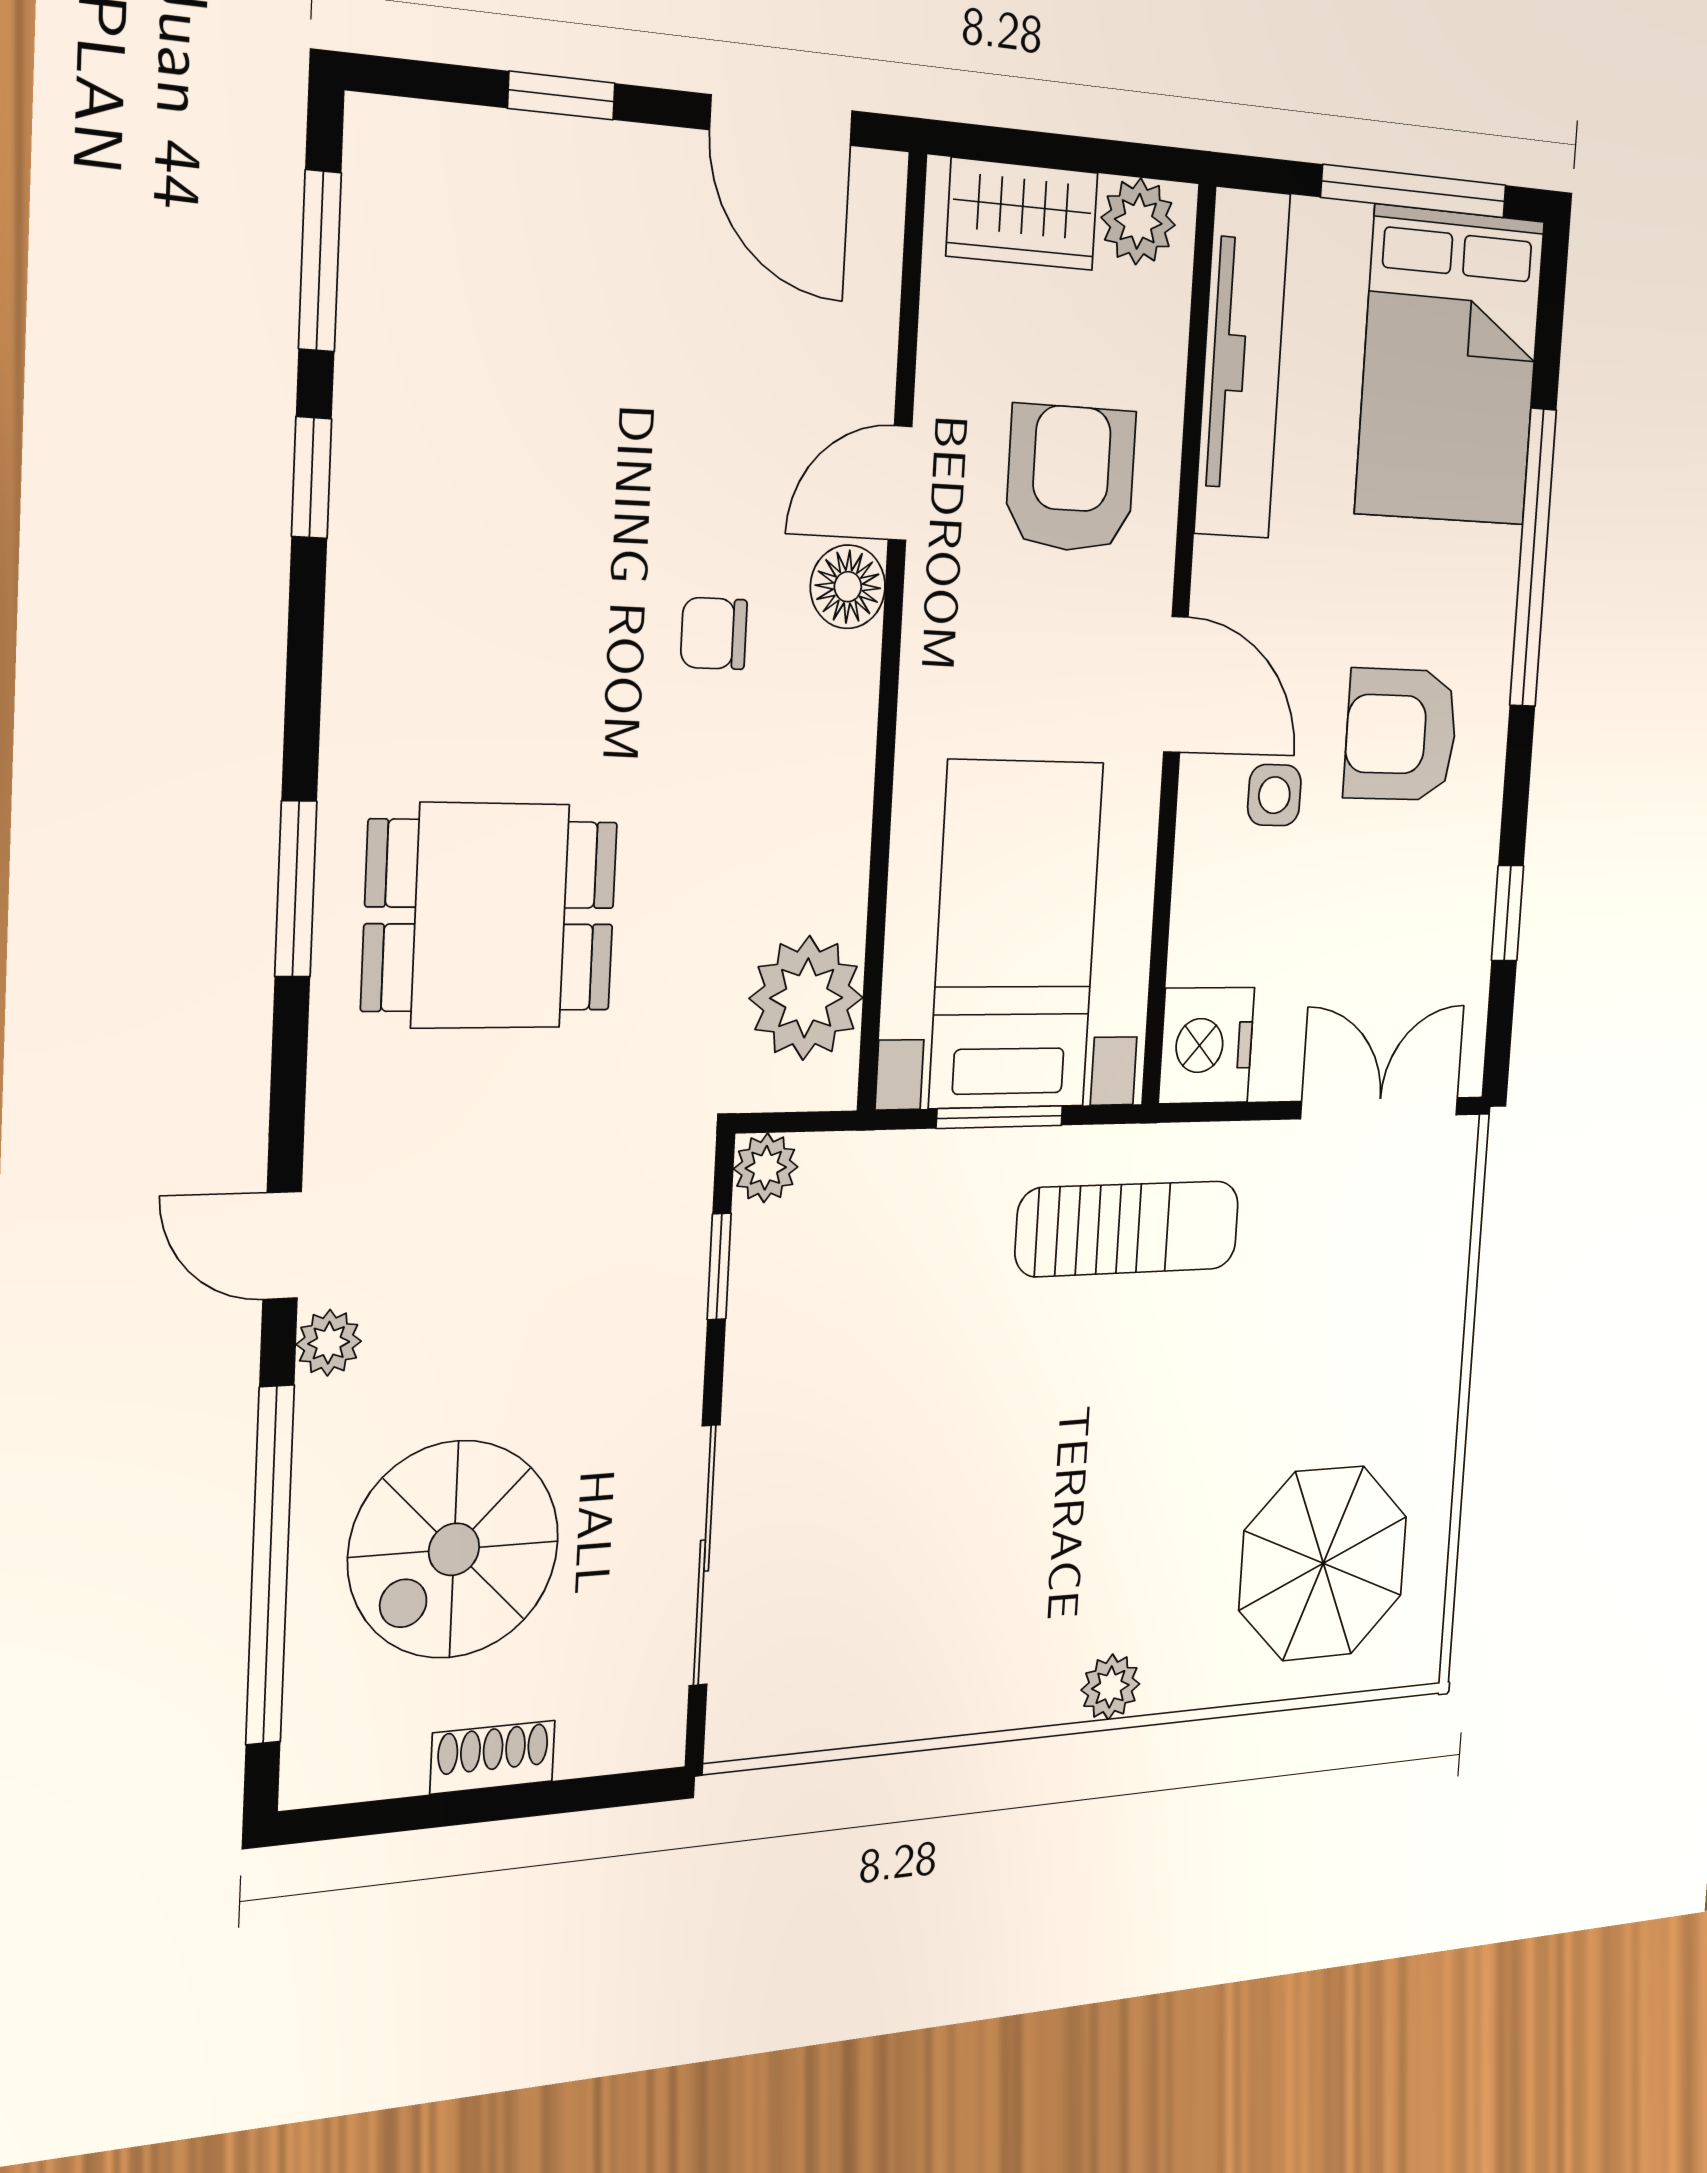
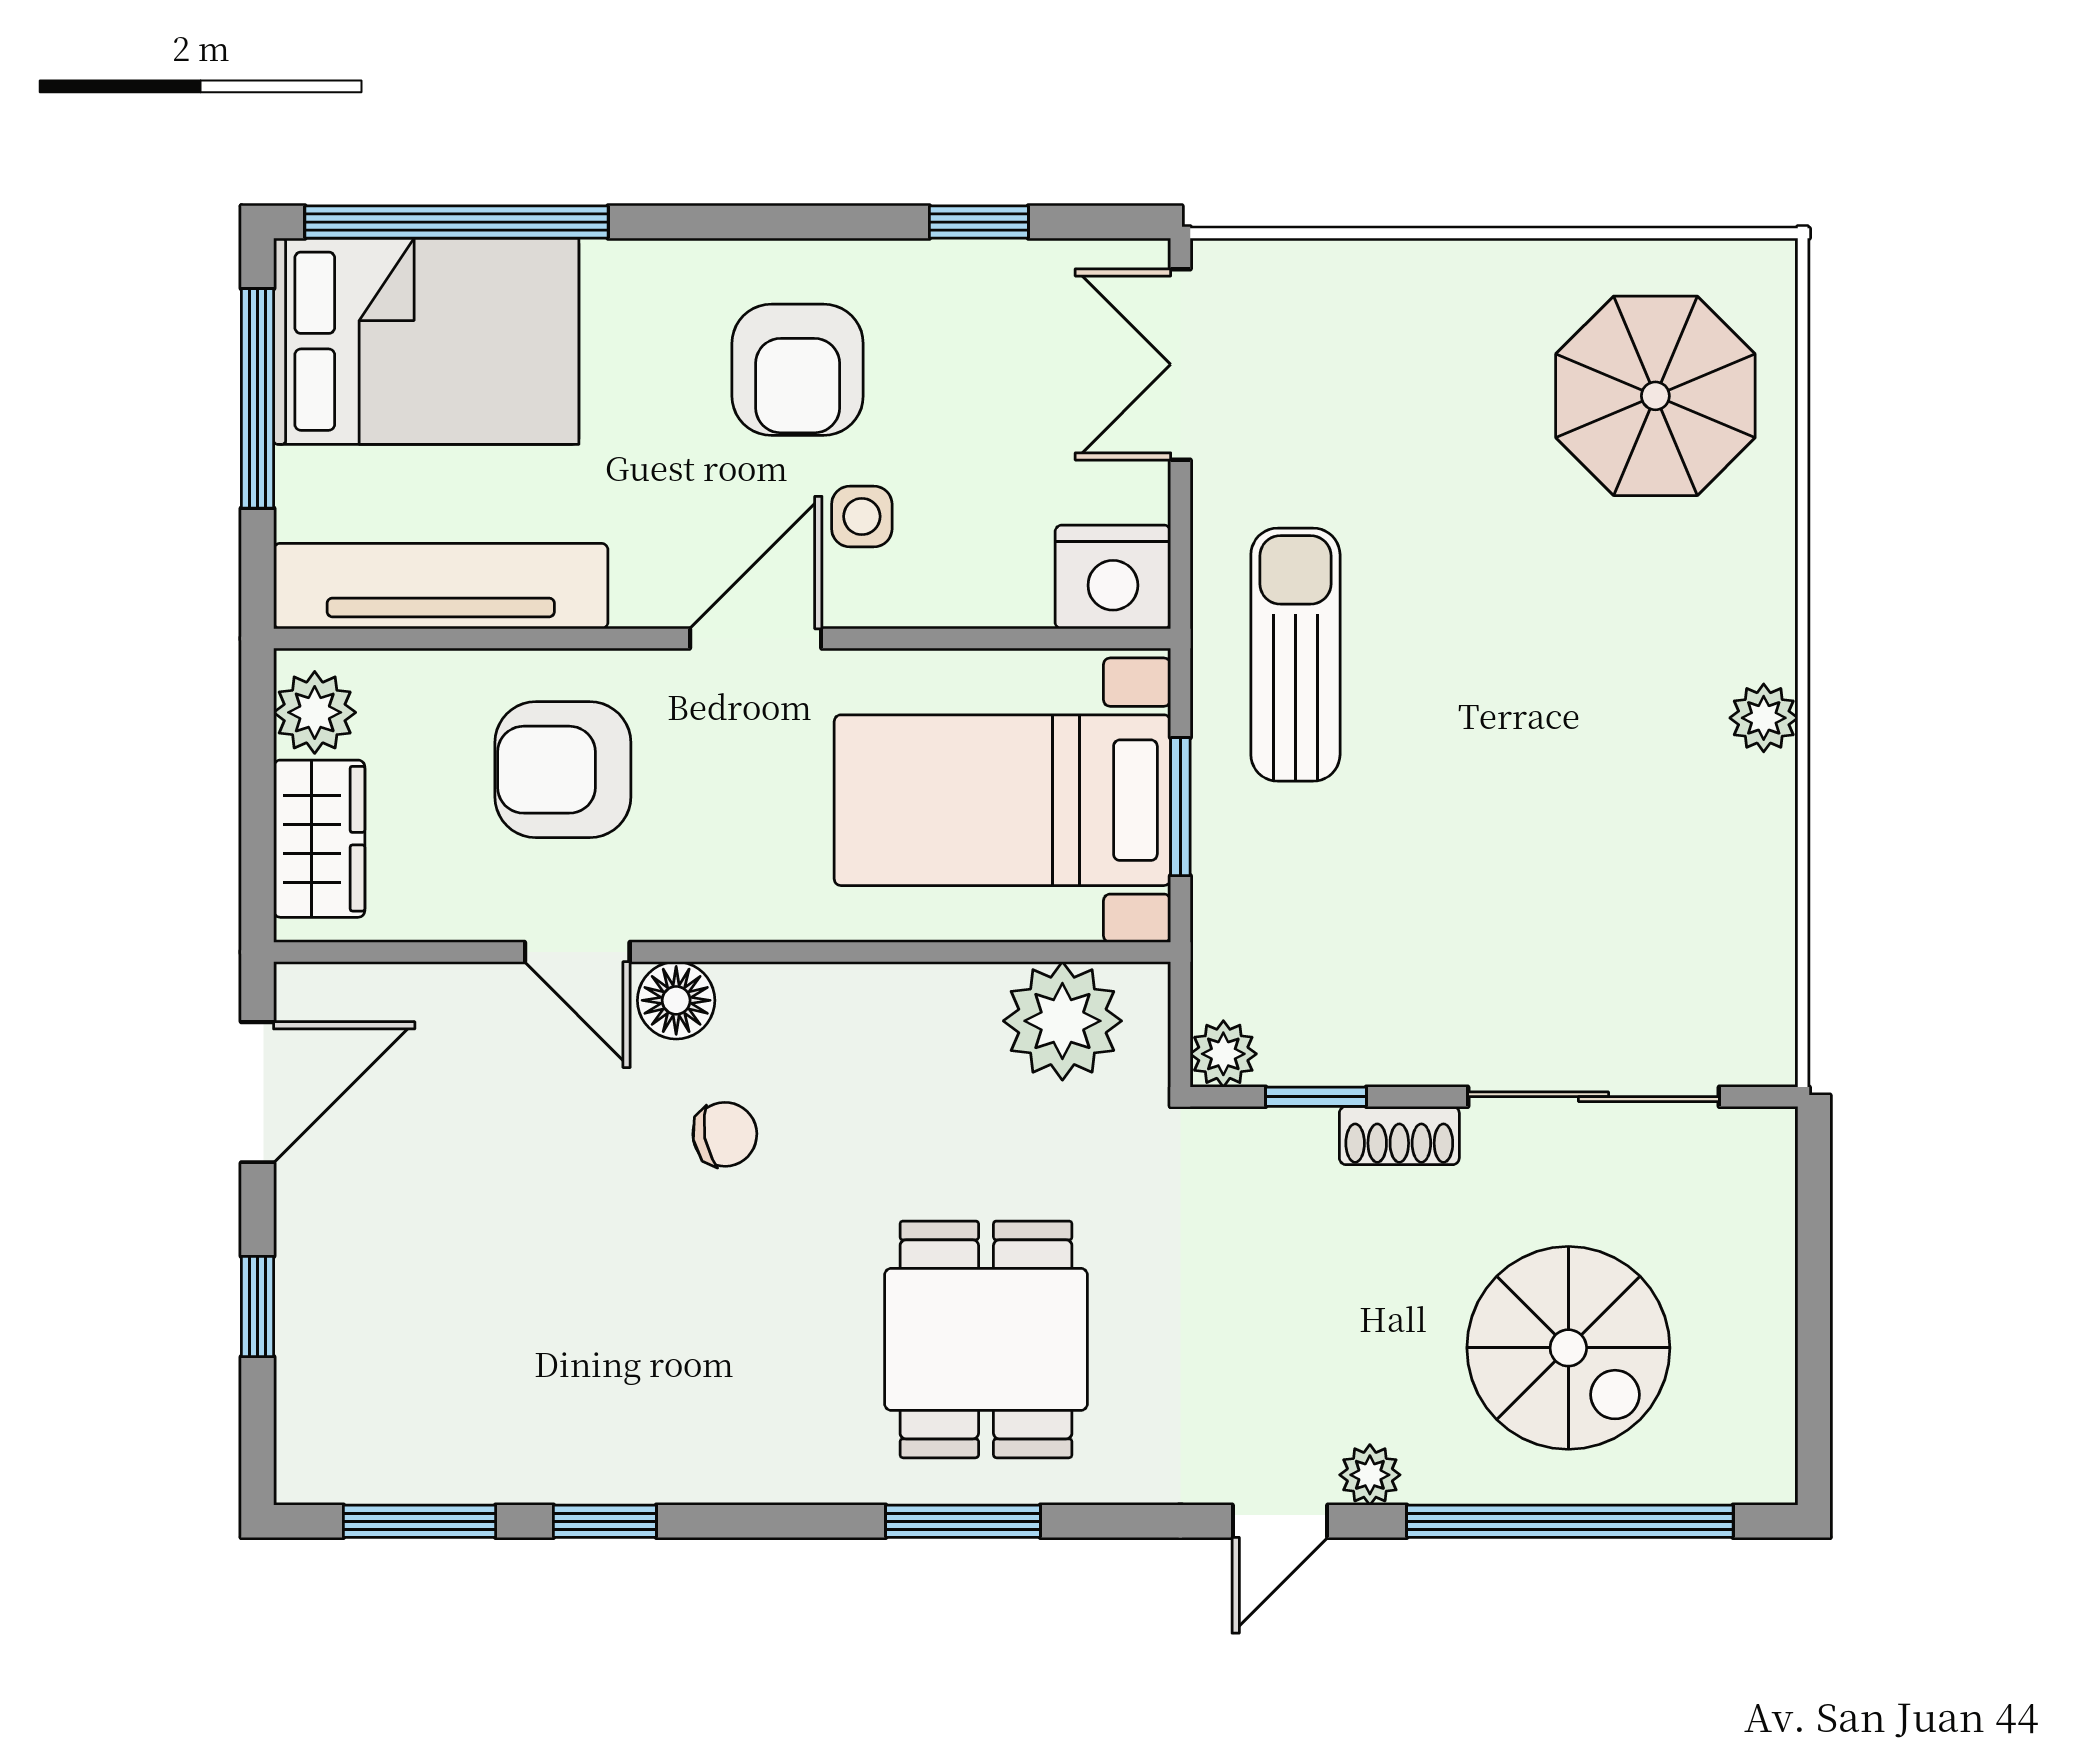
window: (1533, 558) -> (456, 222), moved
chair: (714, 633) -> (725, 1134), turned -100
plant: (1110, 1687) -> (1764, 718), moved
shoe rack: (493, 1757) -> (1399, 1136), moved, turned -90

